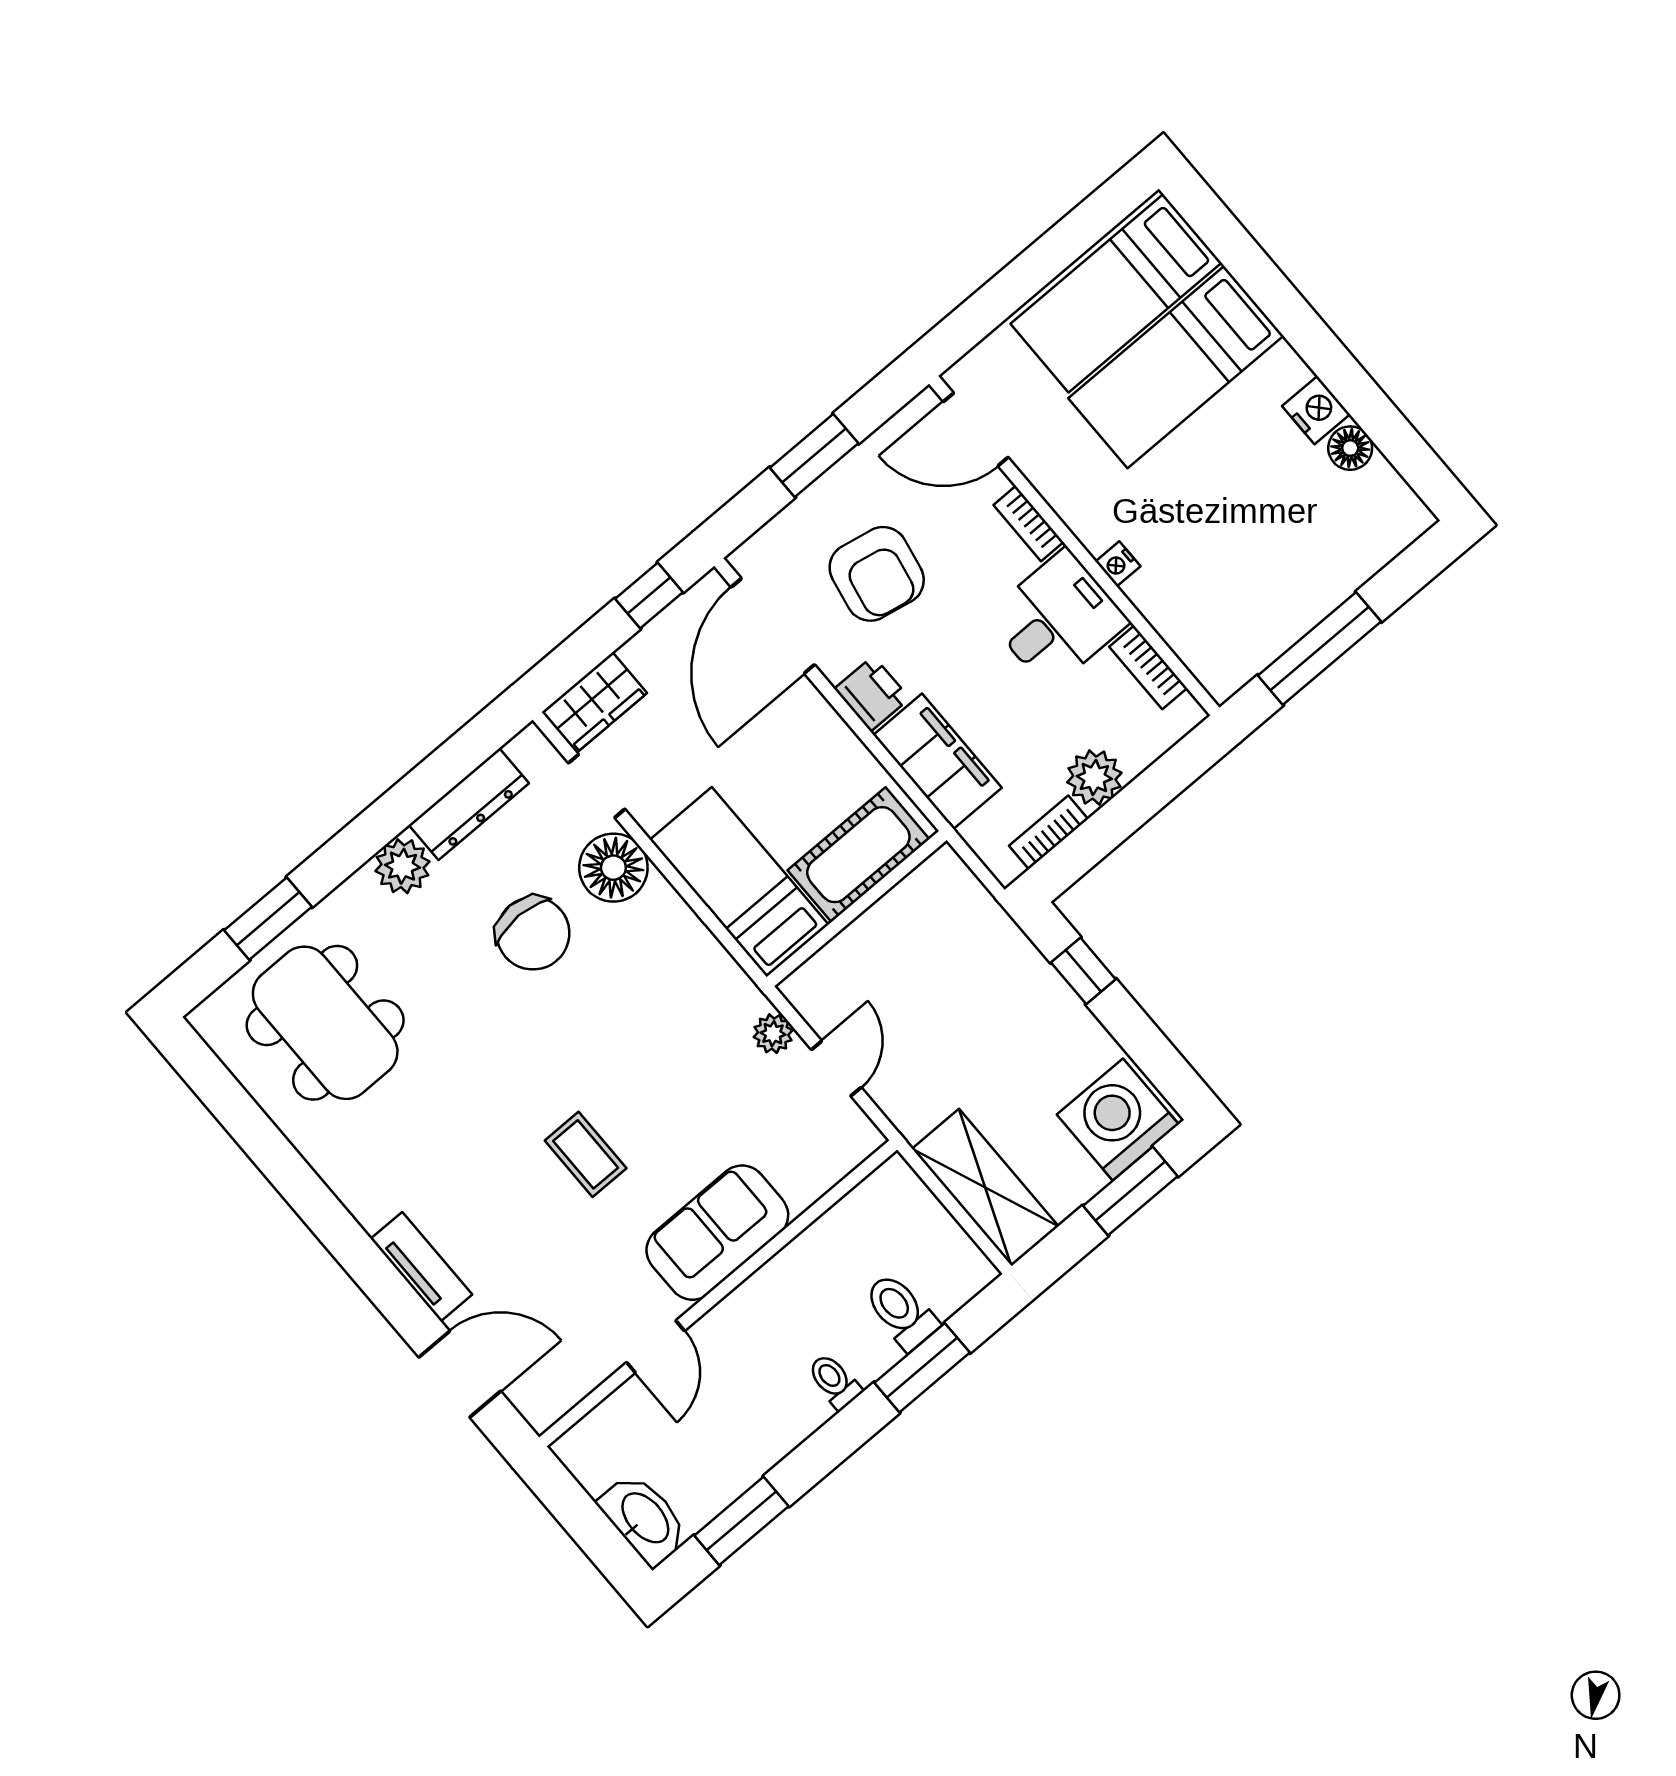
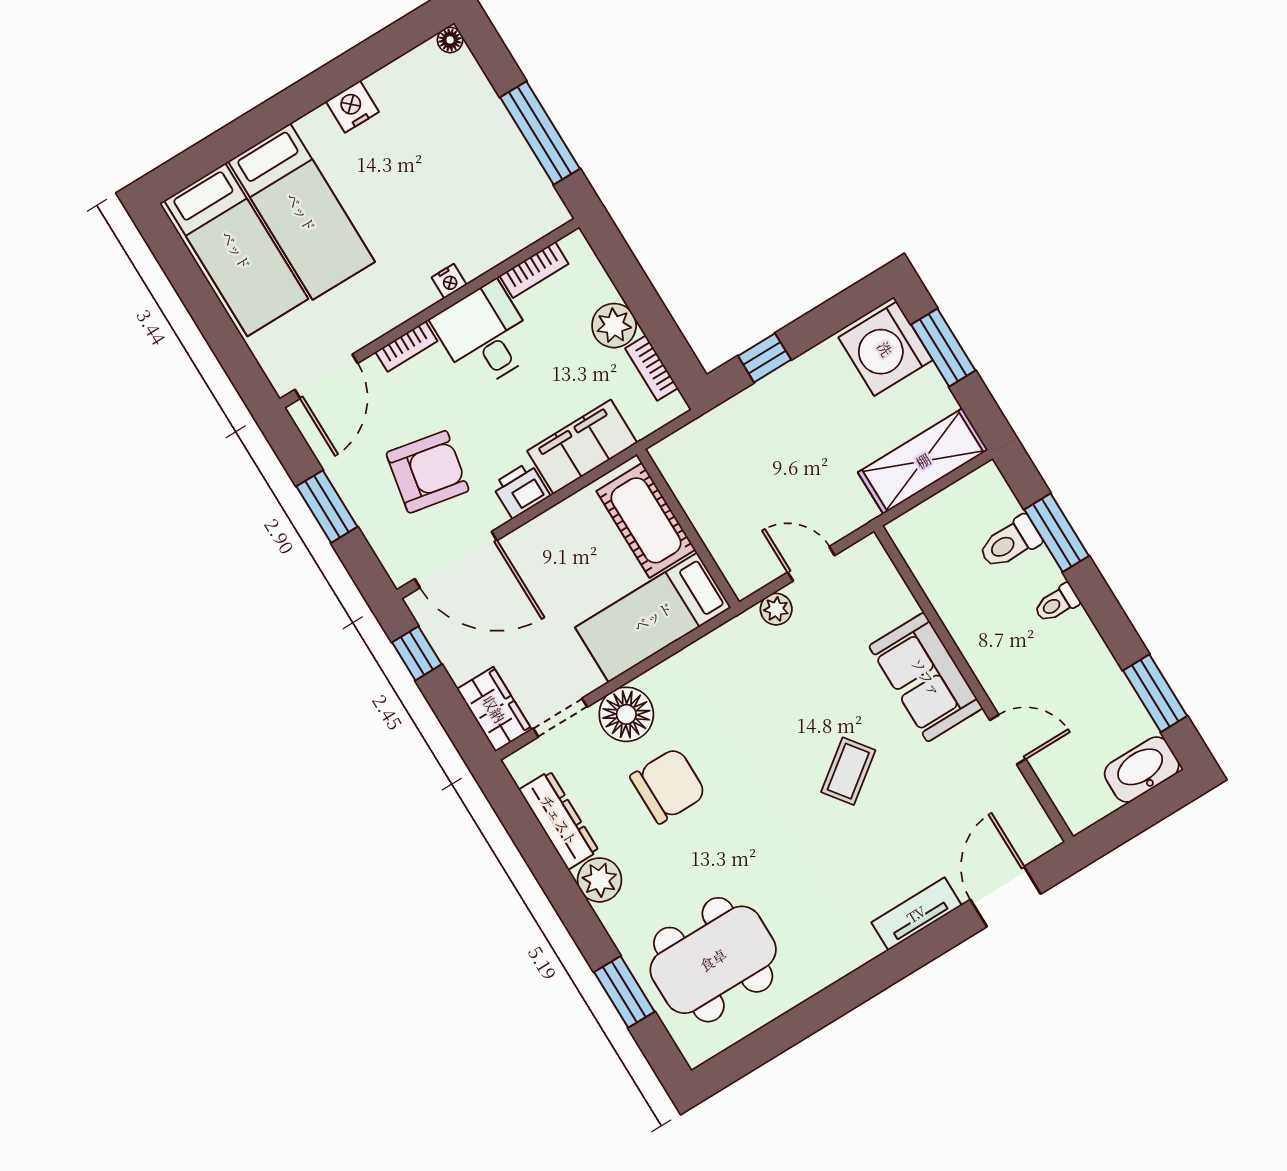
floor lamp: (1350, 448) -> (450, 40), moved, width x0.73, depth x0.73
coffee table: (586, 1154) -> (848, 771), turned -37

